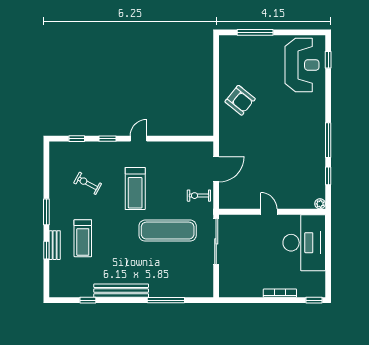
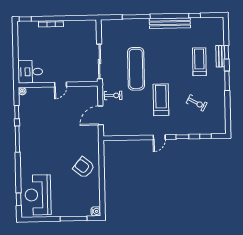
water cooler: (225, 41) -> (96, 211), added
door: (269, 212) -> (61, 84), hinge flipped
exercise mat: (168, 231) -> (136, 69), turned 90
desk: (304, 243) -> (30, 72), width x0.53, depth x0.77

